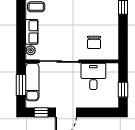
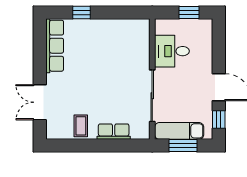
chair: (94, 42) -> (127, 50), removed
plant: (31, 50) -> (138, 133), removed

